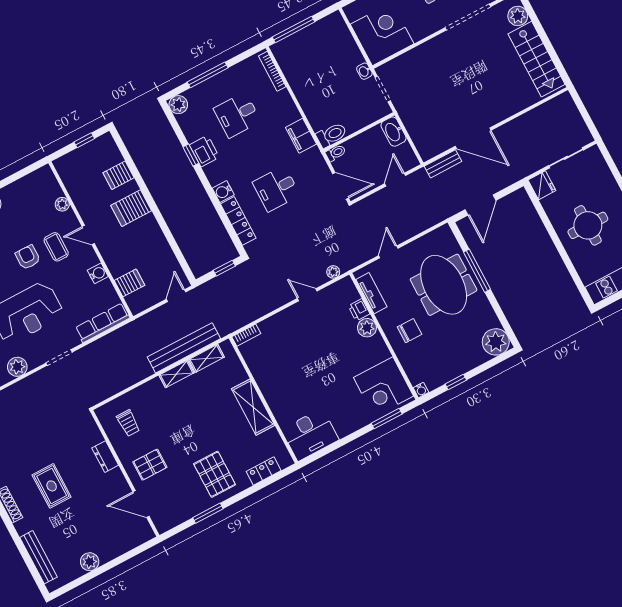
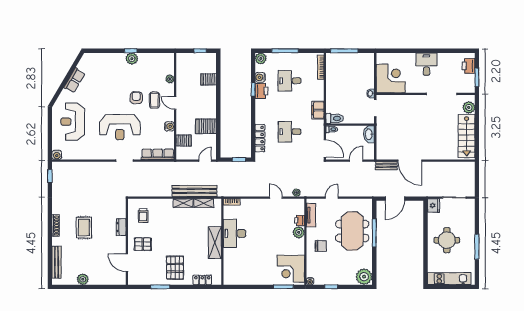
water cooler: (223, 191) -> (260, 77), moved
server rack: (131, 208) -> (206, 126), moved
plant: (17, 367) -> (99, 154), removed
desk: (310, 435) -> (235, 233), moved, turned 90

